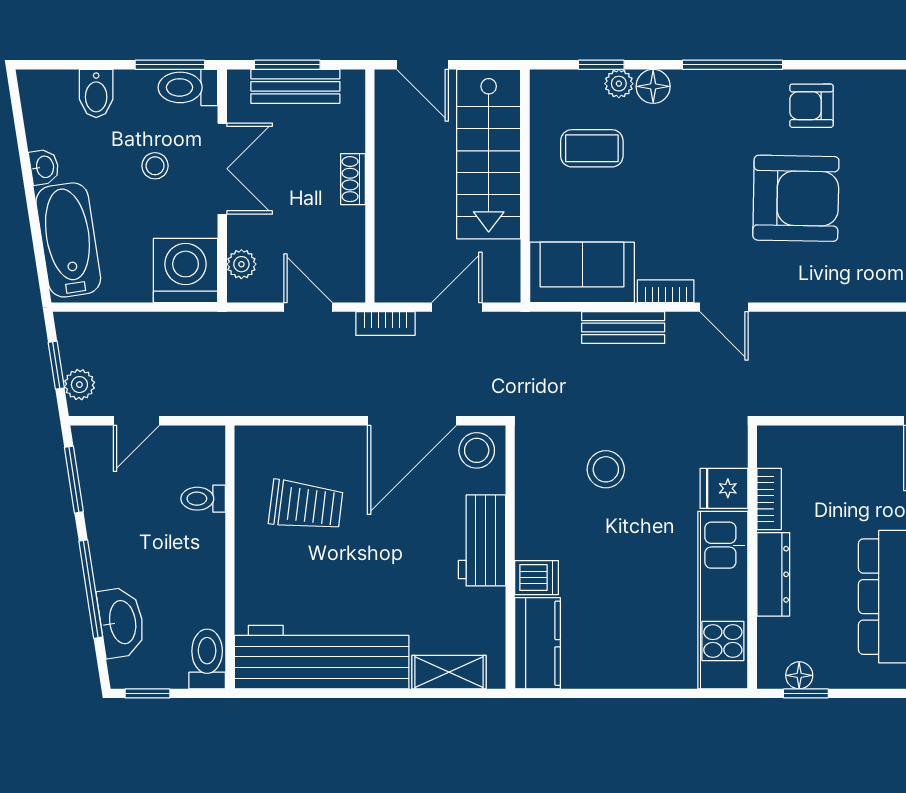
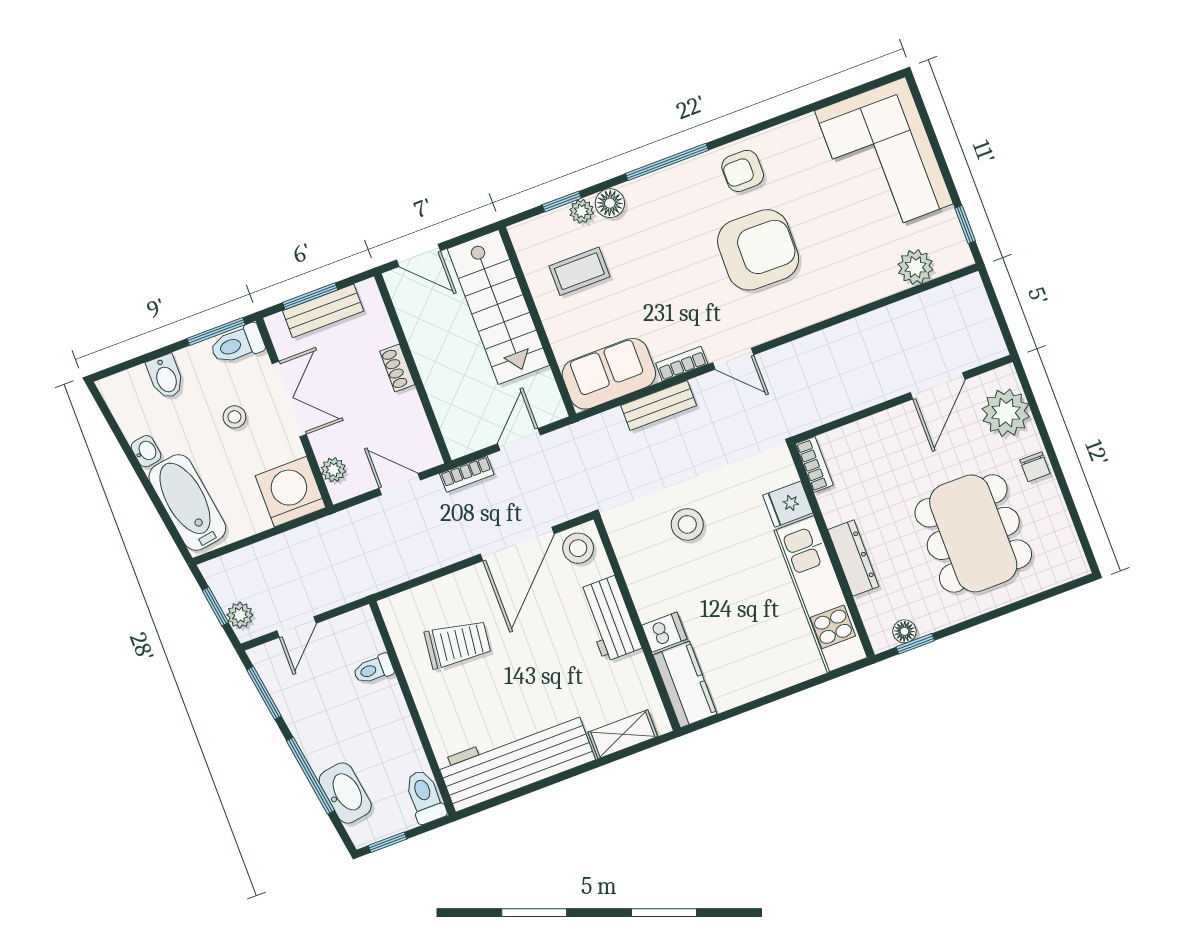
bookcase: (769, 499) -> (814, 464), moved

